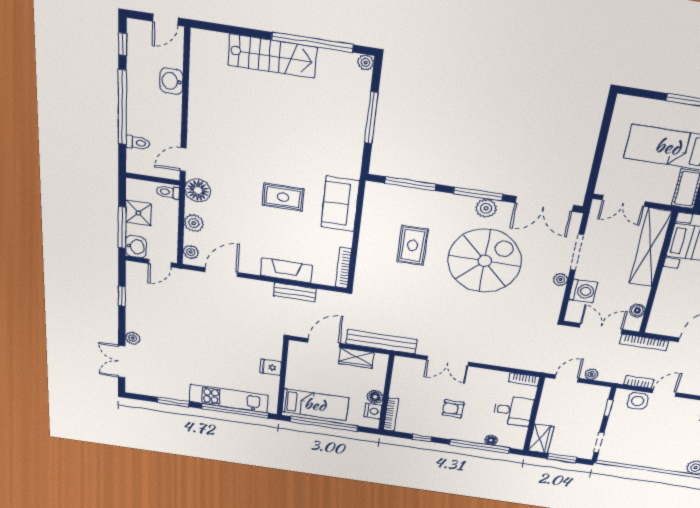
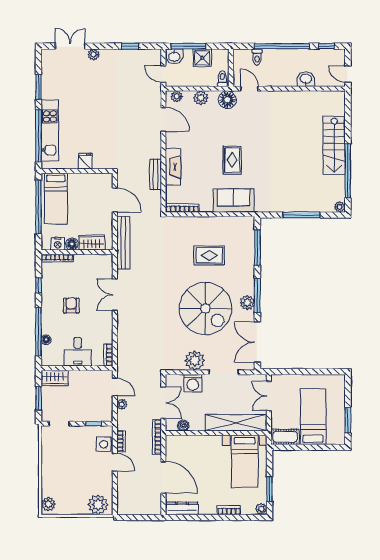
plant: (560, 280) -> (195, 360), width x1.87, depth x1.87
wardrobe: (356, 358) -> (92, 243), moved, turned 90

